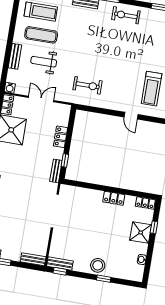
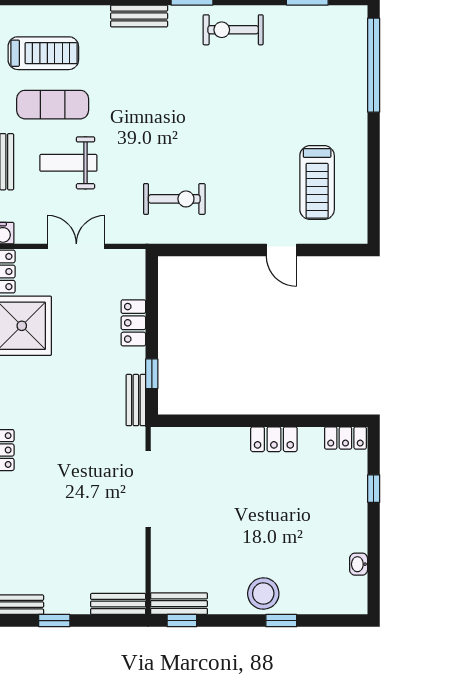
shower: (141, 233) -> (346, 505), removed

